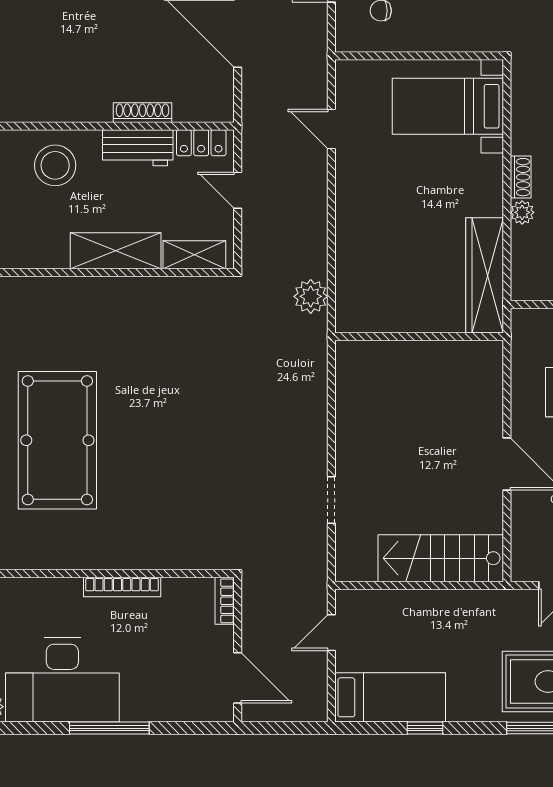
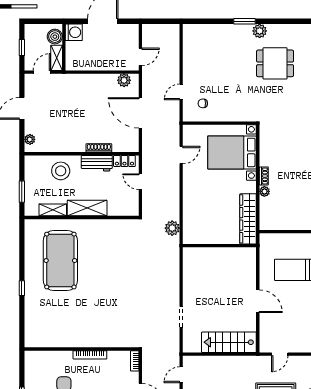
bed with nightstands: (448, 106) -> (232, 152), width x1.36
door: (331, 129) -> (181, 155), swing flipped
shelving: (194, 255) -> (53, 210), moved
pool table: (57, 440) -> (60, 261), moved

